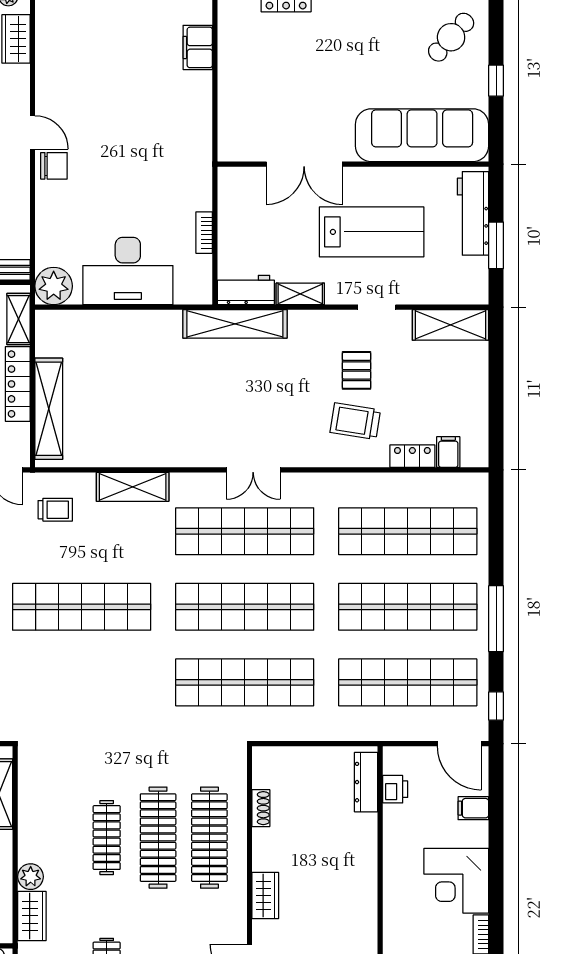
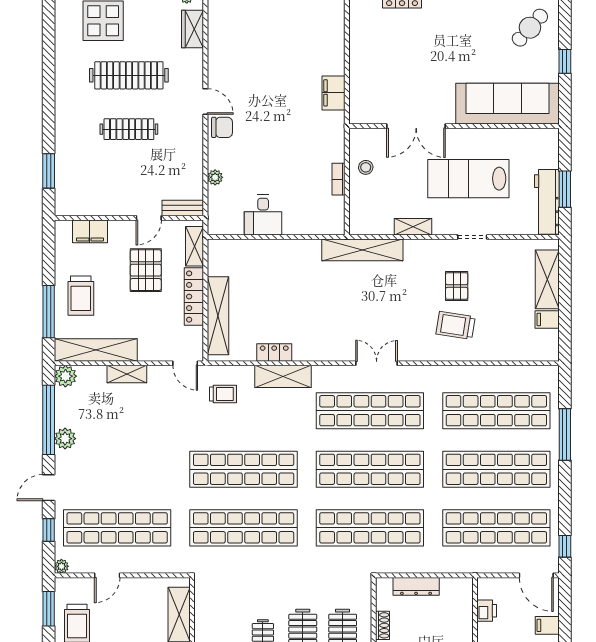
filing cabinet: (198, 47) -> (334, 93), moved
workbench: (473, 213) -> (547, 202), moved
stool: (239, 217) -> (366, 167), added
lab bench: (372, 232) -> (468, 179), turned 180
desk: (128, 271) -> (263, 215), width x0.53, depth x0.77
plant: (54, 286) -> (215, 177), moved, width x0.53, depth x0.53
workbench: (246, 290) -> (371, 224), removed
shelving: (451, 325) -> (547, 279), moved, turned 90
filing cabinet: (448, 452) -> (547, 319), moved, turned -90
locker: (412, 456) -> (274, 352), moved
double door: (253, 470) -> (377, 363), swing flipped
window: (496, 619) -> (565, 434), moved
shop shelf: (82, 682) -> (244, 528), added
dresser: (366, 782) -> (416, 586), moved, turned -90

